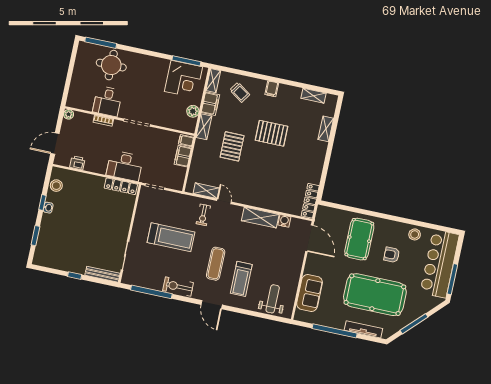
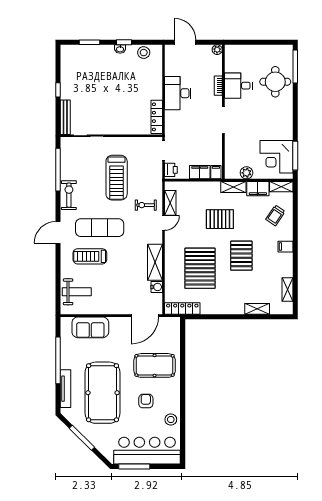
printer: (77, 163) -> (171, 170), moved
desk: (125, 166) -> (178, 93), moved
pallet: (275, 176) -> (200, 268), added
exercise mat: (216, 264) -> (100, 228), width x1.36, depth x1.45

